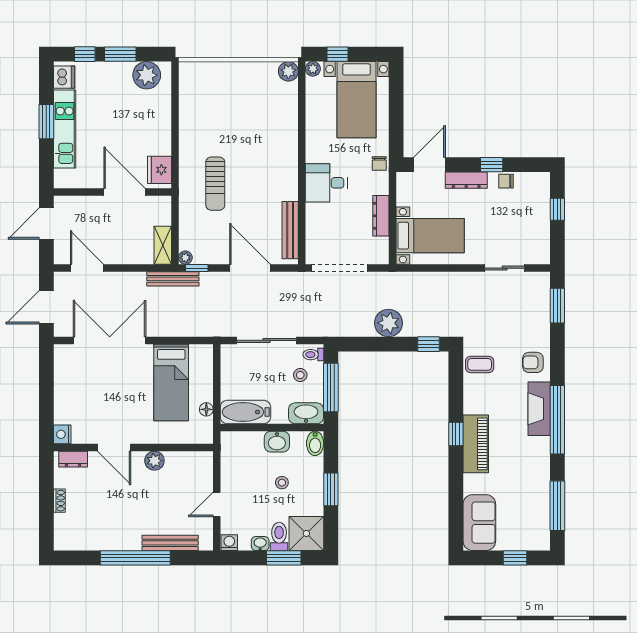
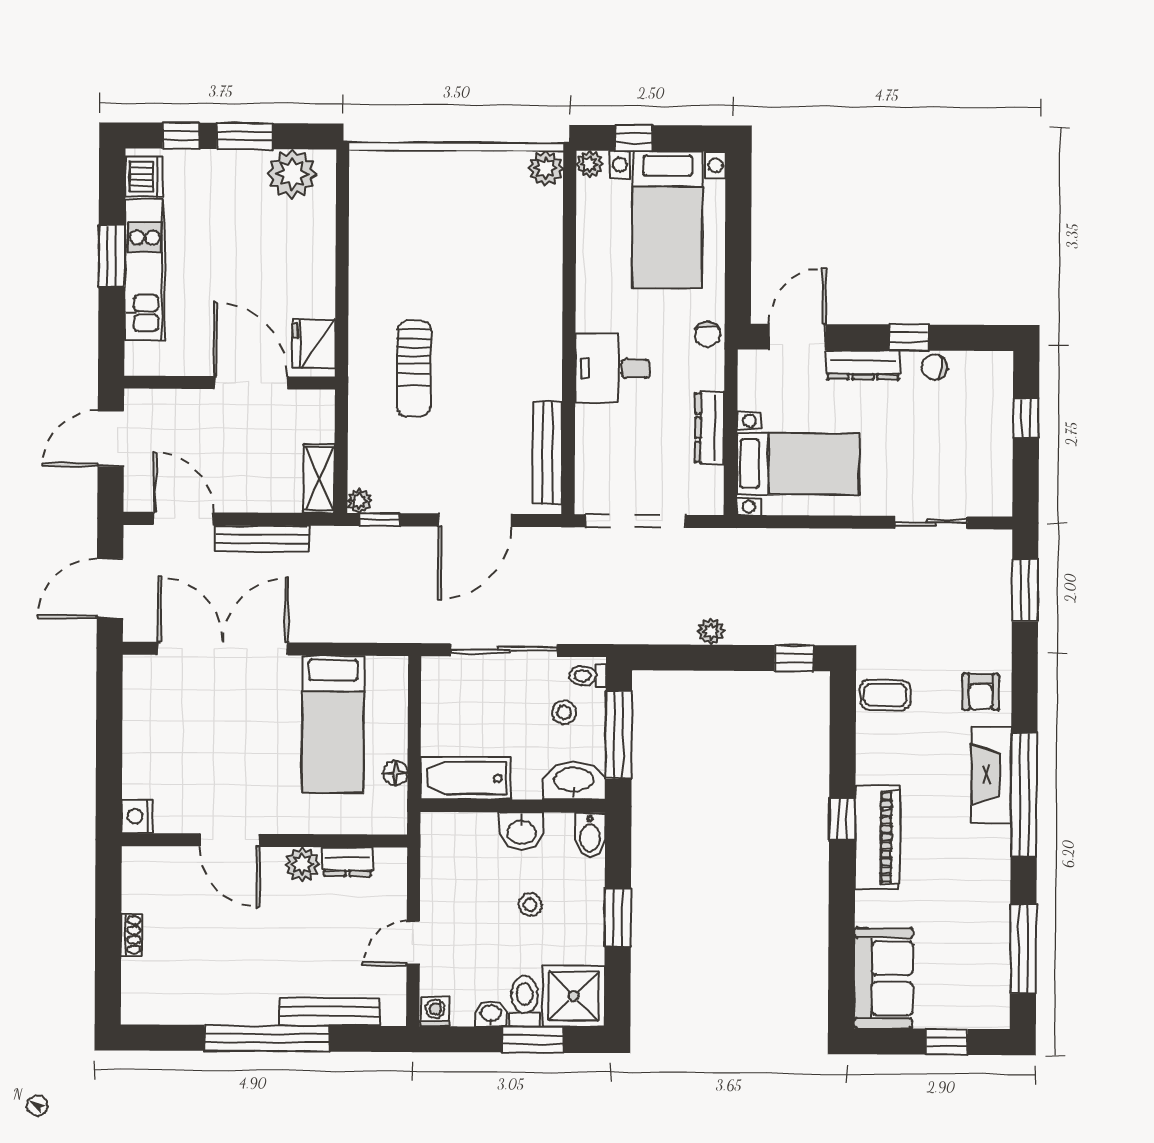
door: (250, 268) -> (475, 520), swing flipped
bench: (173, 279) -> (262, 539), moved
plant: (388, 323) -> (711, 631), width x0.53, depth x0.53
armchair: (533, 362) -> (981, 692), turned -90
dresser: (73, 459) -> (348, 862), moved

